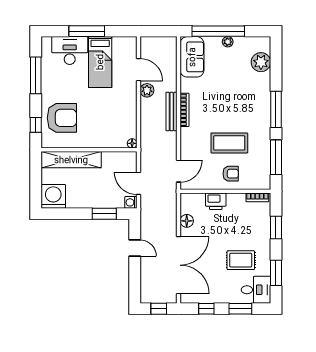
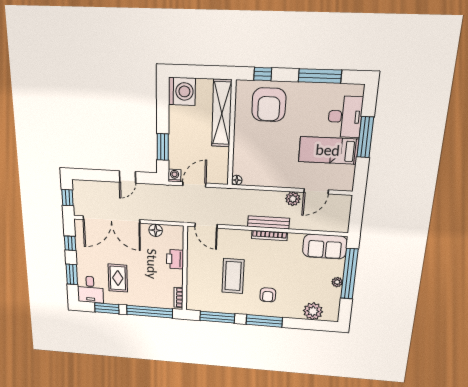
armchair: (231, 174) -> (268, 295), moved
window: (276, 228) -> (150, 312), width x2.11

